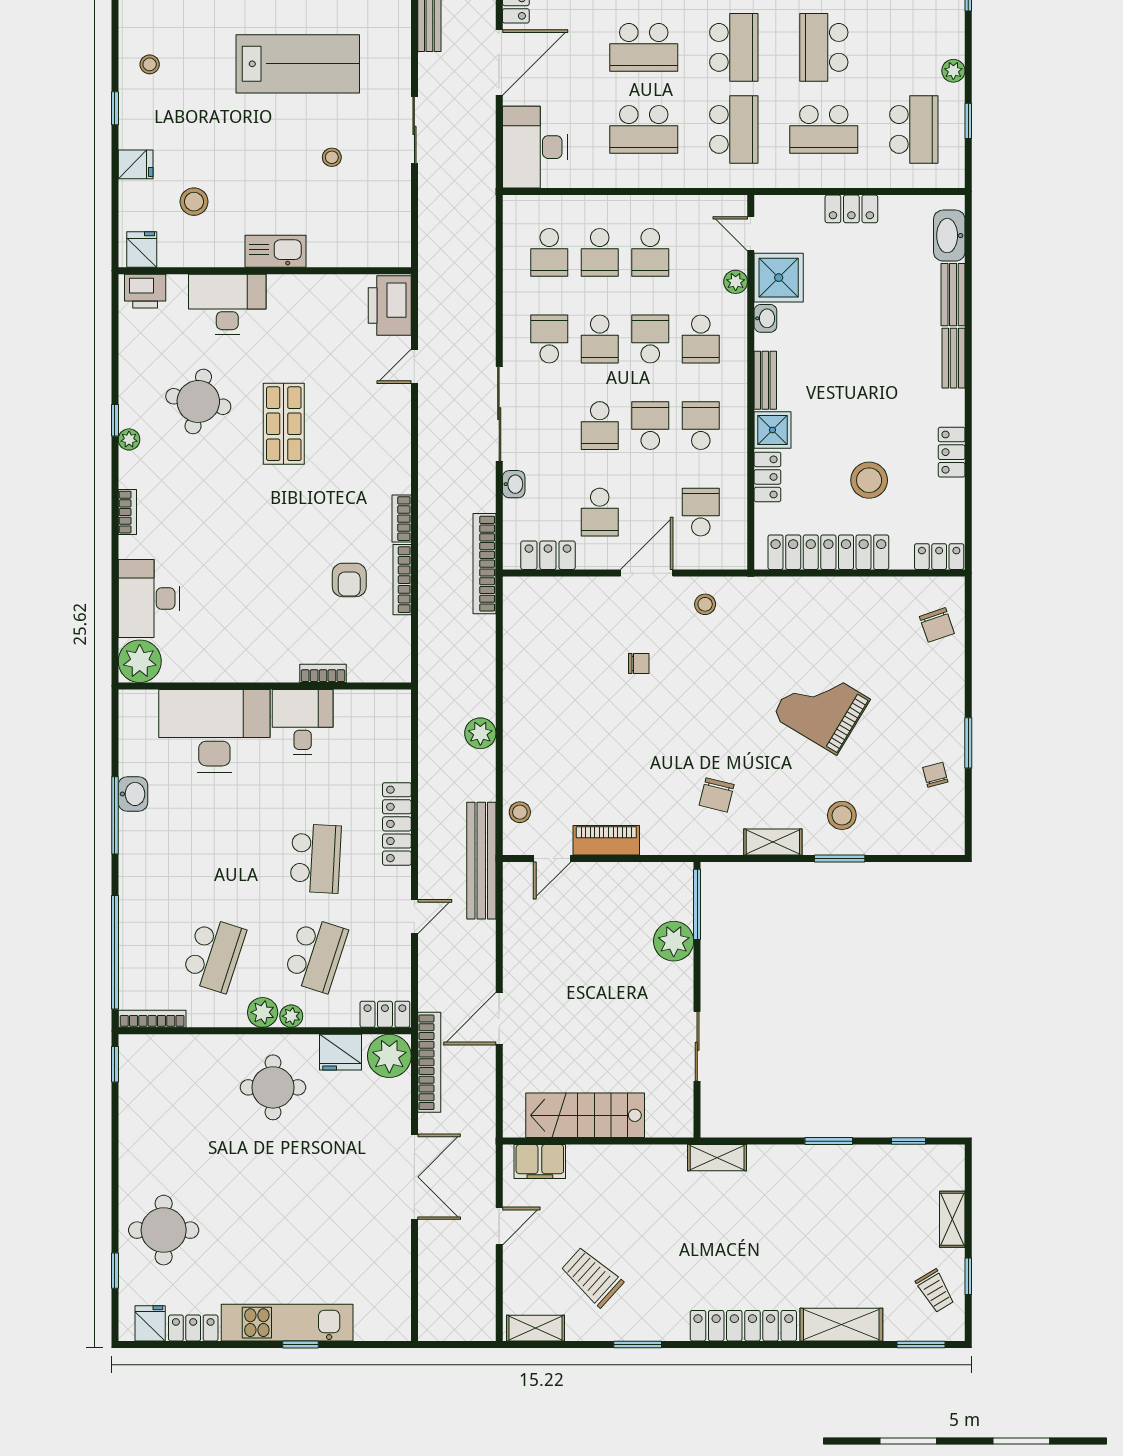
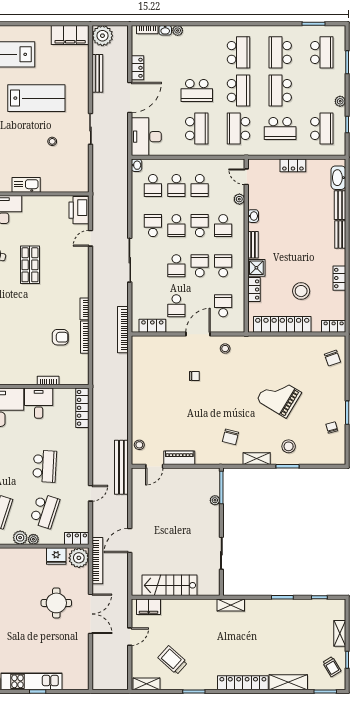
school desk: (644, 129) -> (197, 128), turned -90
school desk: (734, 129) -> (238, 128), turned 180
shower: (779, 278) -> (259, 197), removed
washbasin: (514, 484) -> (136, 165), moved
armchair: (349, 580) -> (60, 337), turned -90
plant: (480, 733) -> (121, 408), removed
locker: (397, 824) -> (82, 408), moved
plant: (674, 941) -> (215, 500), width x0.53, depth x0.53
round table: (273, 1087) -> (56, 603), moved

